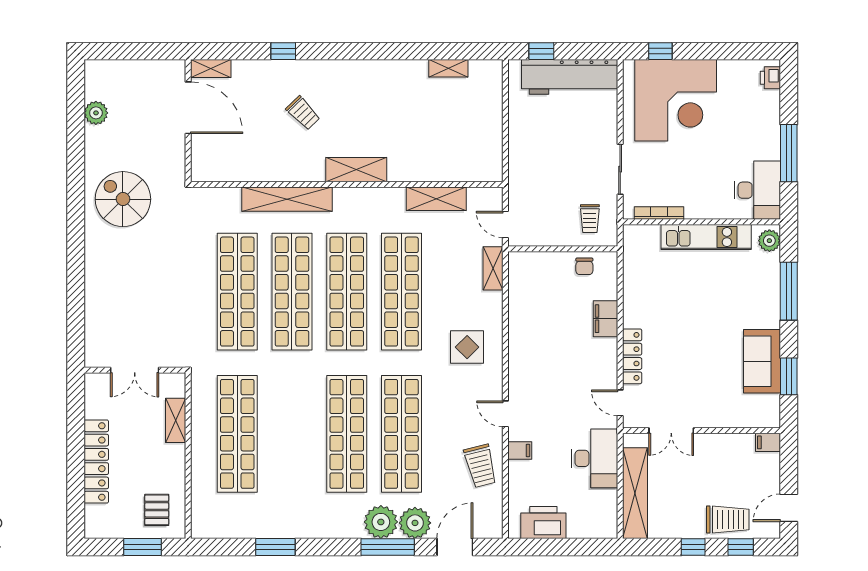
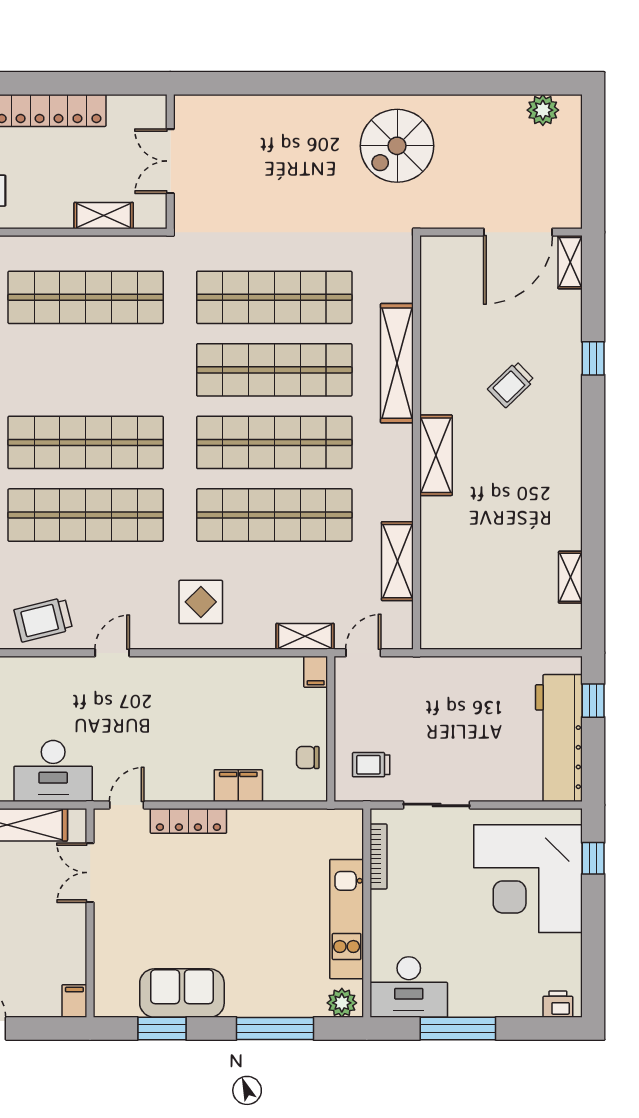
plant: (96, 113) -> (543, 110), moved
spiral stairs: (123, 199) -> (397, 146), turned 180
filing cabinet: (520, 451) -> (316, 672), moved

